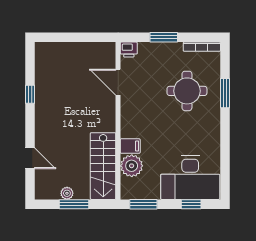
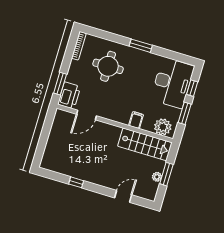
window: (164, 37) -> (60, 84), moved
printer: (129, 50) -> (69, 95), width x1.87, depth x1.48
window: (225, 93) -> (141, 46), moved
plant: (132, 166) -> (163, 127), moved
window: (143, 204) -> (185, 113), moved

